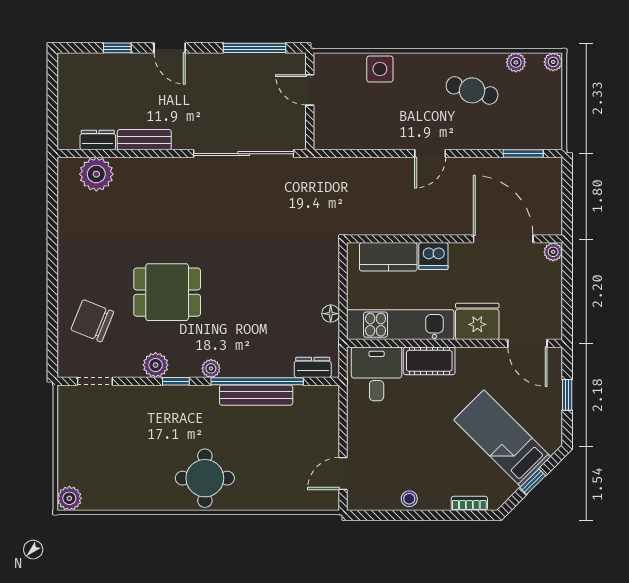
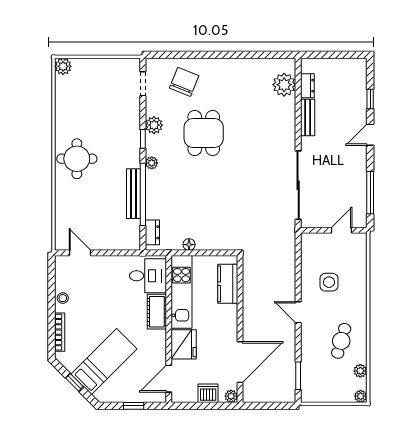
side table: (380, 69) -> (329, 282), moved
dishwasher: (433, 256) -> (208, 393), moved, turned 90
bookcase: (469, 503) -> (60, 332), width x1.56

